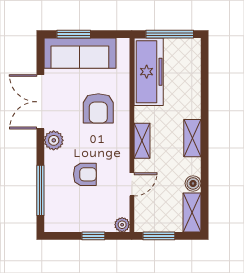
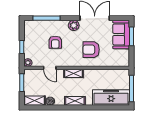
sofa: (80, 53) -> (121, 34), width x0.73
freezer: (149, 72) -> (111, 98), moved, turned 180

